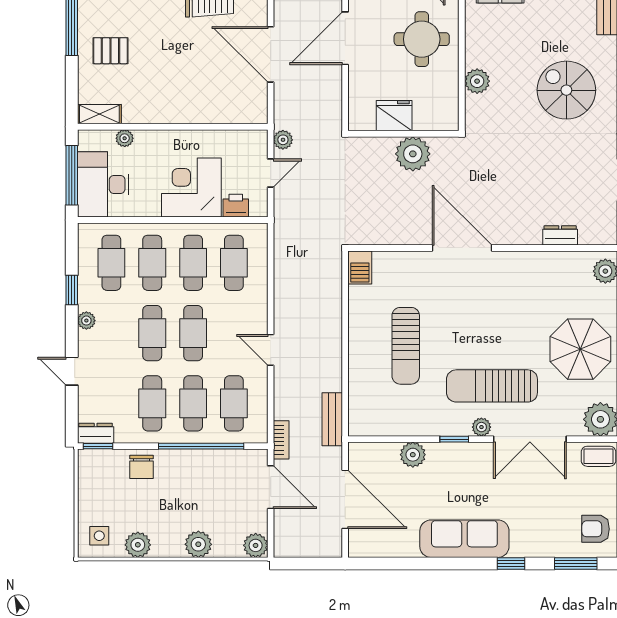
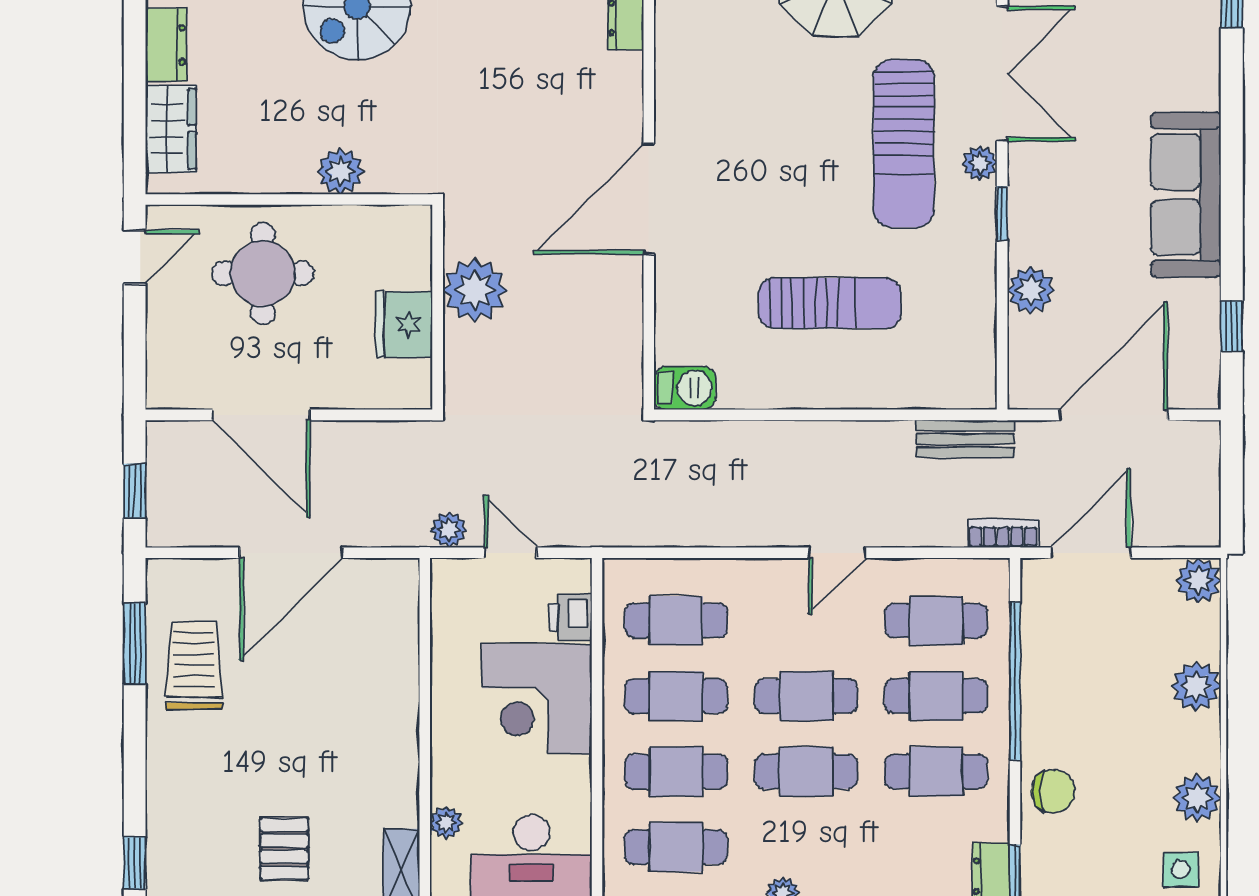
window: (511, 563) -> (1232, 326), moved

